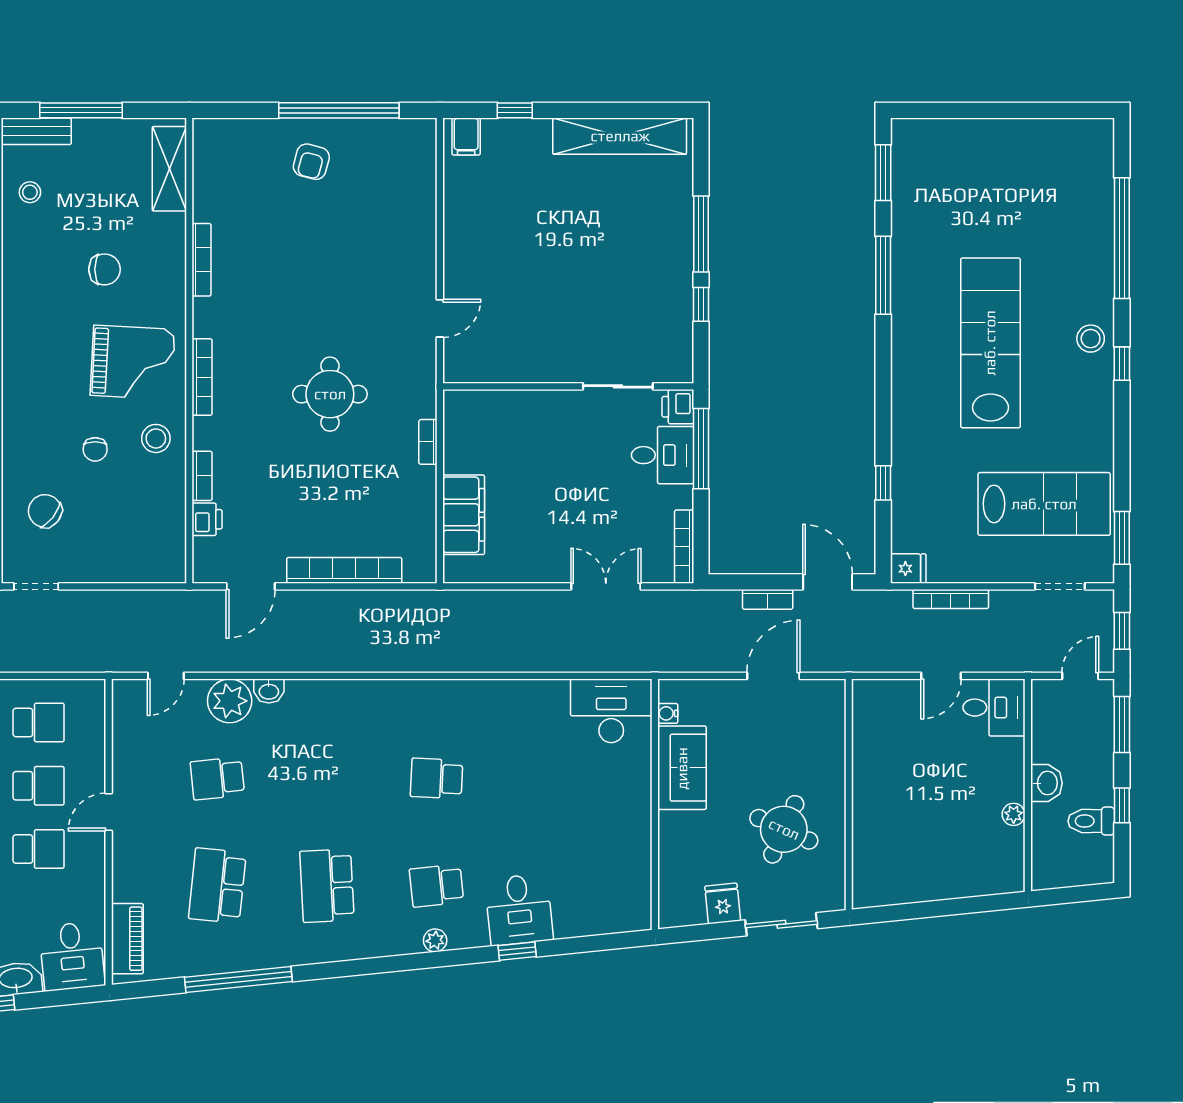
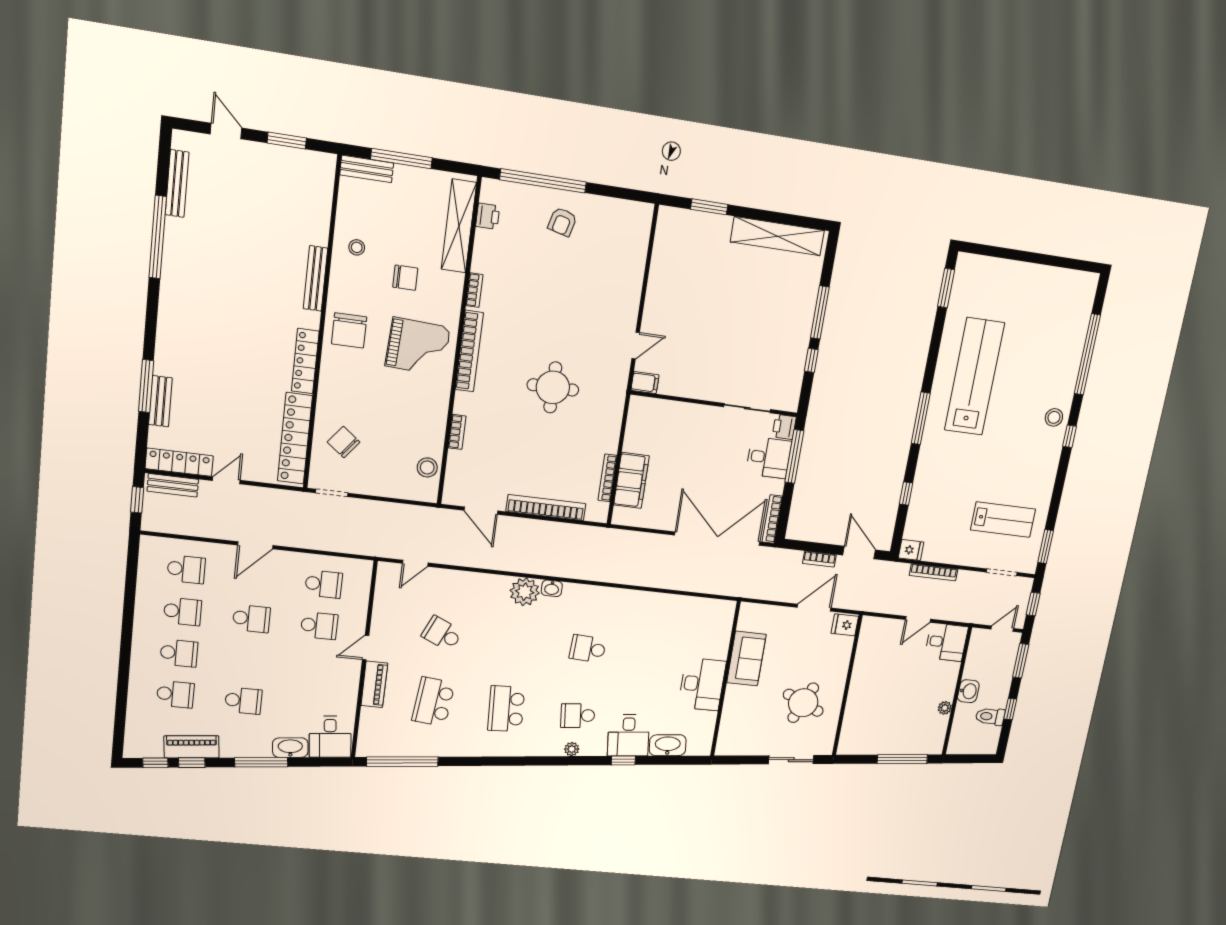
window: (339, 110) -> (543, 181), moved
window: (515, 110) -> (709, 207), width x1.50
filing cabinet: (466, 137) -> (645, 383), moved, turned -90
shelving: (169, 169) -> (459, 226), width x1.47
stool: (30, 192) -> (357, 247), moved
bookcase: (202, 260) -> (474, 290), width x0.64
window: (883, 275) -> (921, 418), moved
lab bench: (990, 343) -> (974, 377), moved
bookcase: (202, 377) -> (469, 351), width x1.48, depth x1.31
stool: (156, 438) -> (427, 467), moved
bookcase: (428, 442) -> (608, 478), moved, width x1.56
chair: (95, 449) -> (349, 330), moved, width x1.87, depth x1.87
lab bench: (1044, 504) -> (1003, 519), width x0.73, depth x0.72
printer: (207, 519) -> (488, 216), moved
door: (251, 586) -> (481, 511), hinge flipped
double door: (606, 586) -> (717, 539), width x1.87
washbasin: (269, 691) -> (552, 588), moved
plant: (230, 701) -> (525, 592), moved
desk: (611, 711) -> (702, 684), moved, turned 90
water cooler: (668, 713) -> (743, 624), removed
school desk: (217, 778) -> (442, 634), turned 30
school desk: (39, 849) -> (315, 667), removed
fridge: (723, 903) -> (845, 625), moved, turned -84
window: (961, 906) -> (902, 759), added
washbasin: (582, 920) -> (668, 745), added
piano: (127, 939) -> (374, 684), moved
window: (238, 979) -> (402, 762), moved

